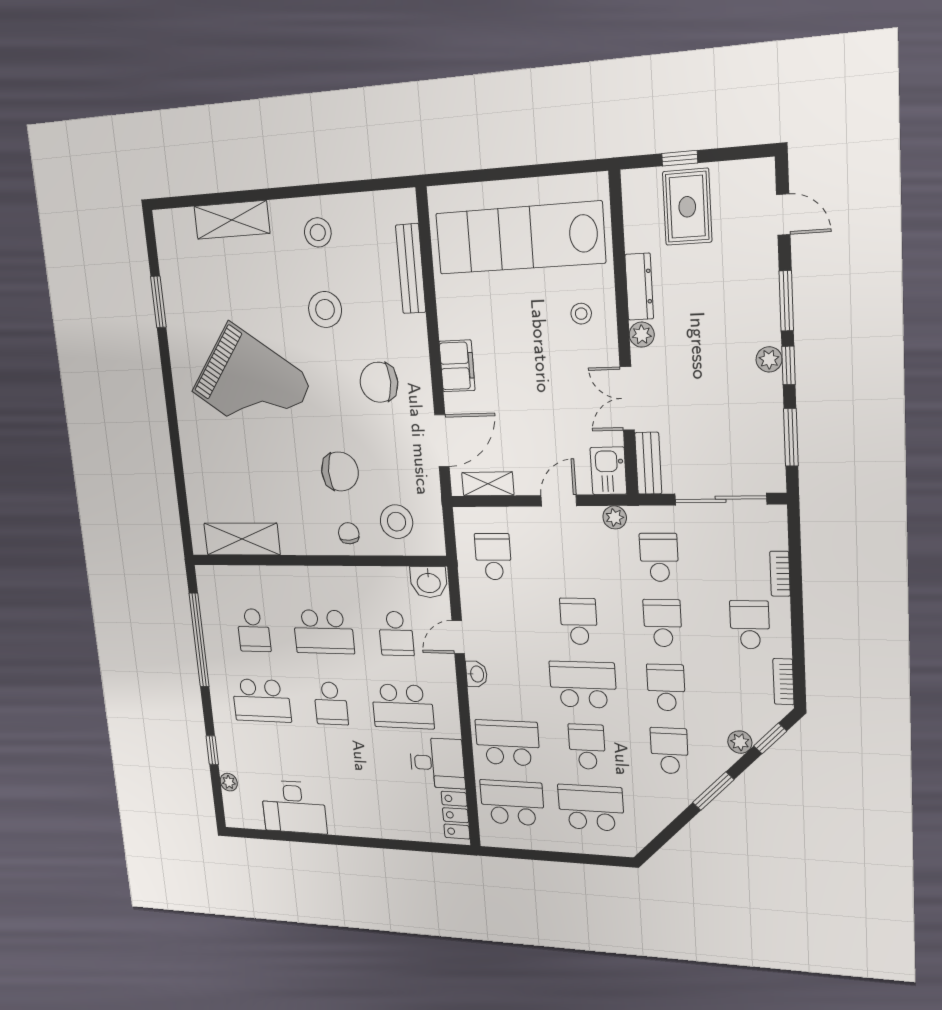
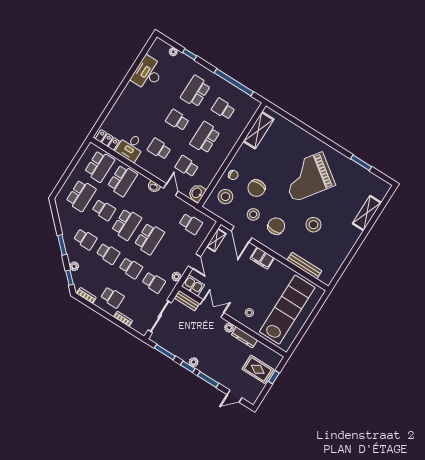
stool: (318, 232) -> (253, 214), moved
school desk: (579, 621) -> (149, 239), width x1.85
school desk: (403, 706) -> (159, 149), width x0.54

